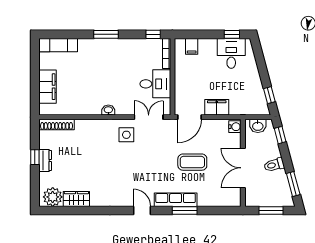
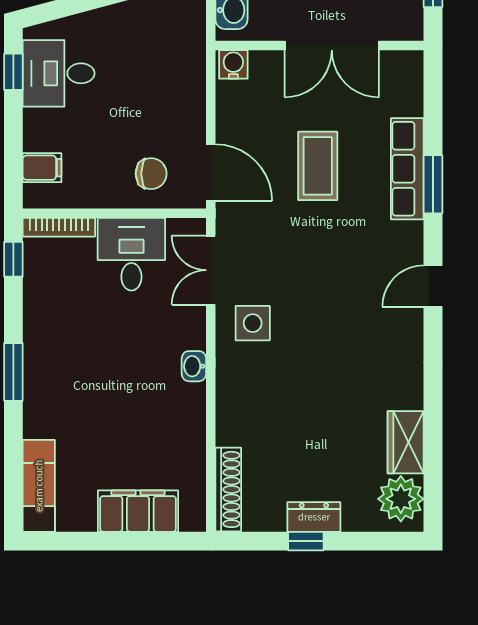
chair: (189, 92) -> (151, 174), added
filing cabinet: (217, 107) -> (187, 108), removed
row of seats: (176, 200) -> (407, 169), moved

